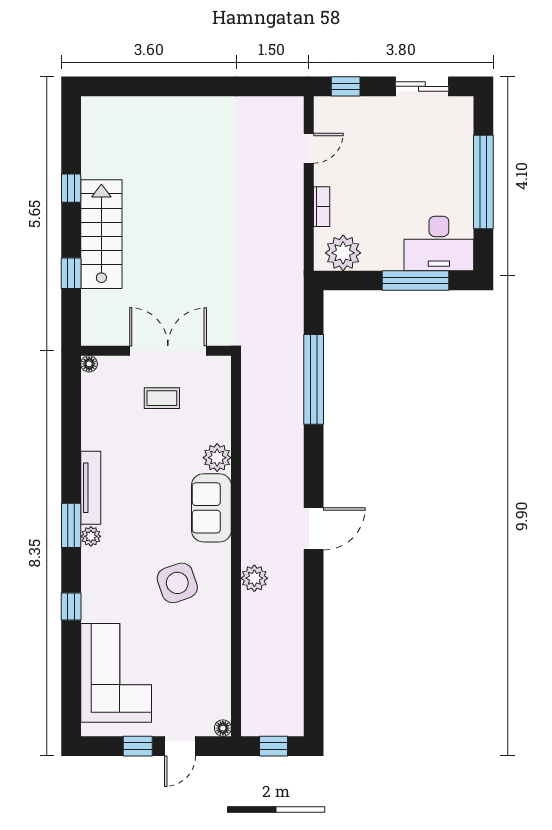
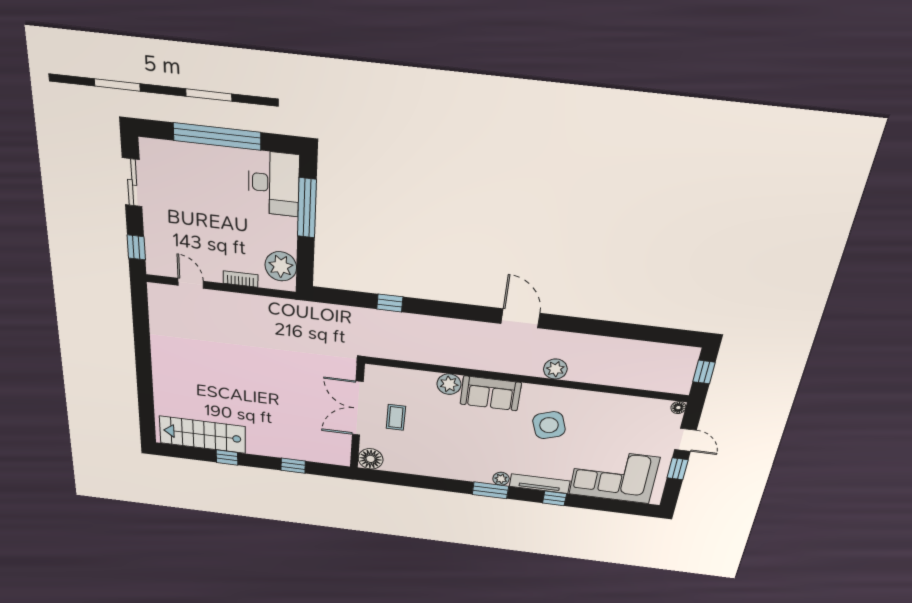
stairs: (101, 234) -> (203, 435), moved
floor lamp: (89, 364) -> (371, 459), width x1.89, depth x1.89
window: (314, 379) -> (390, 303), width x0.32
tv unit: (91, 488) -> (540, 484), moved

